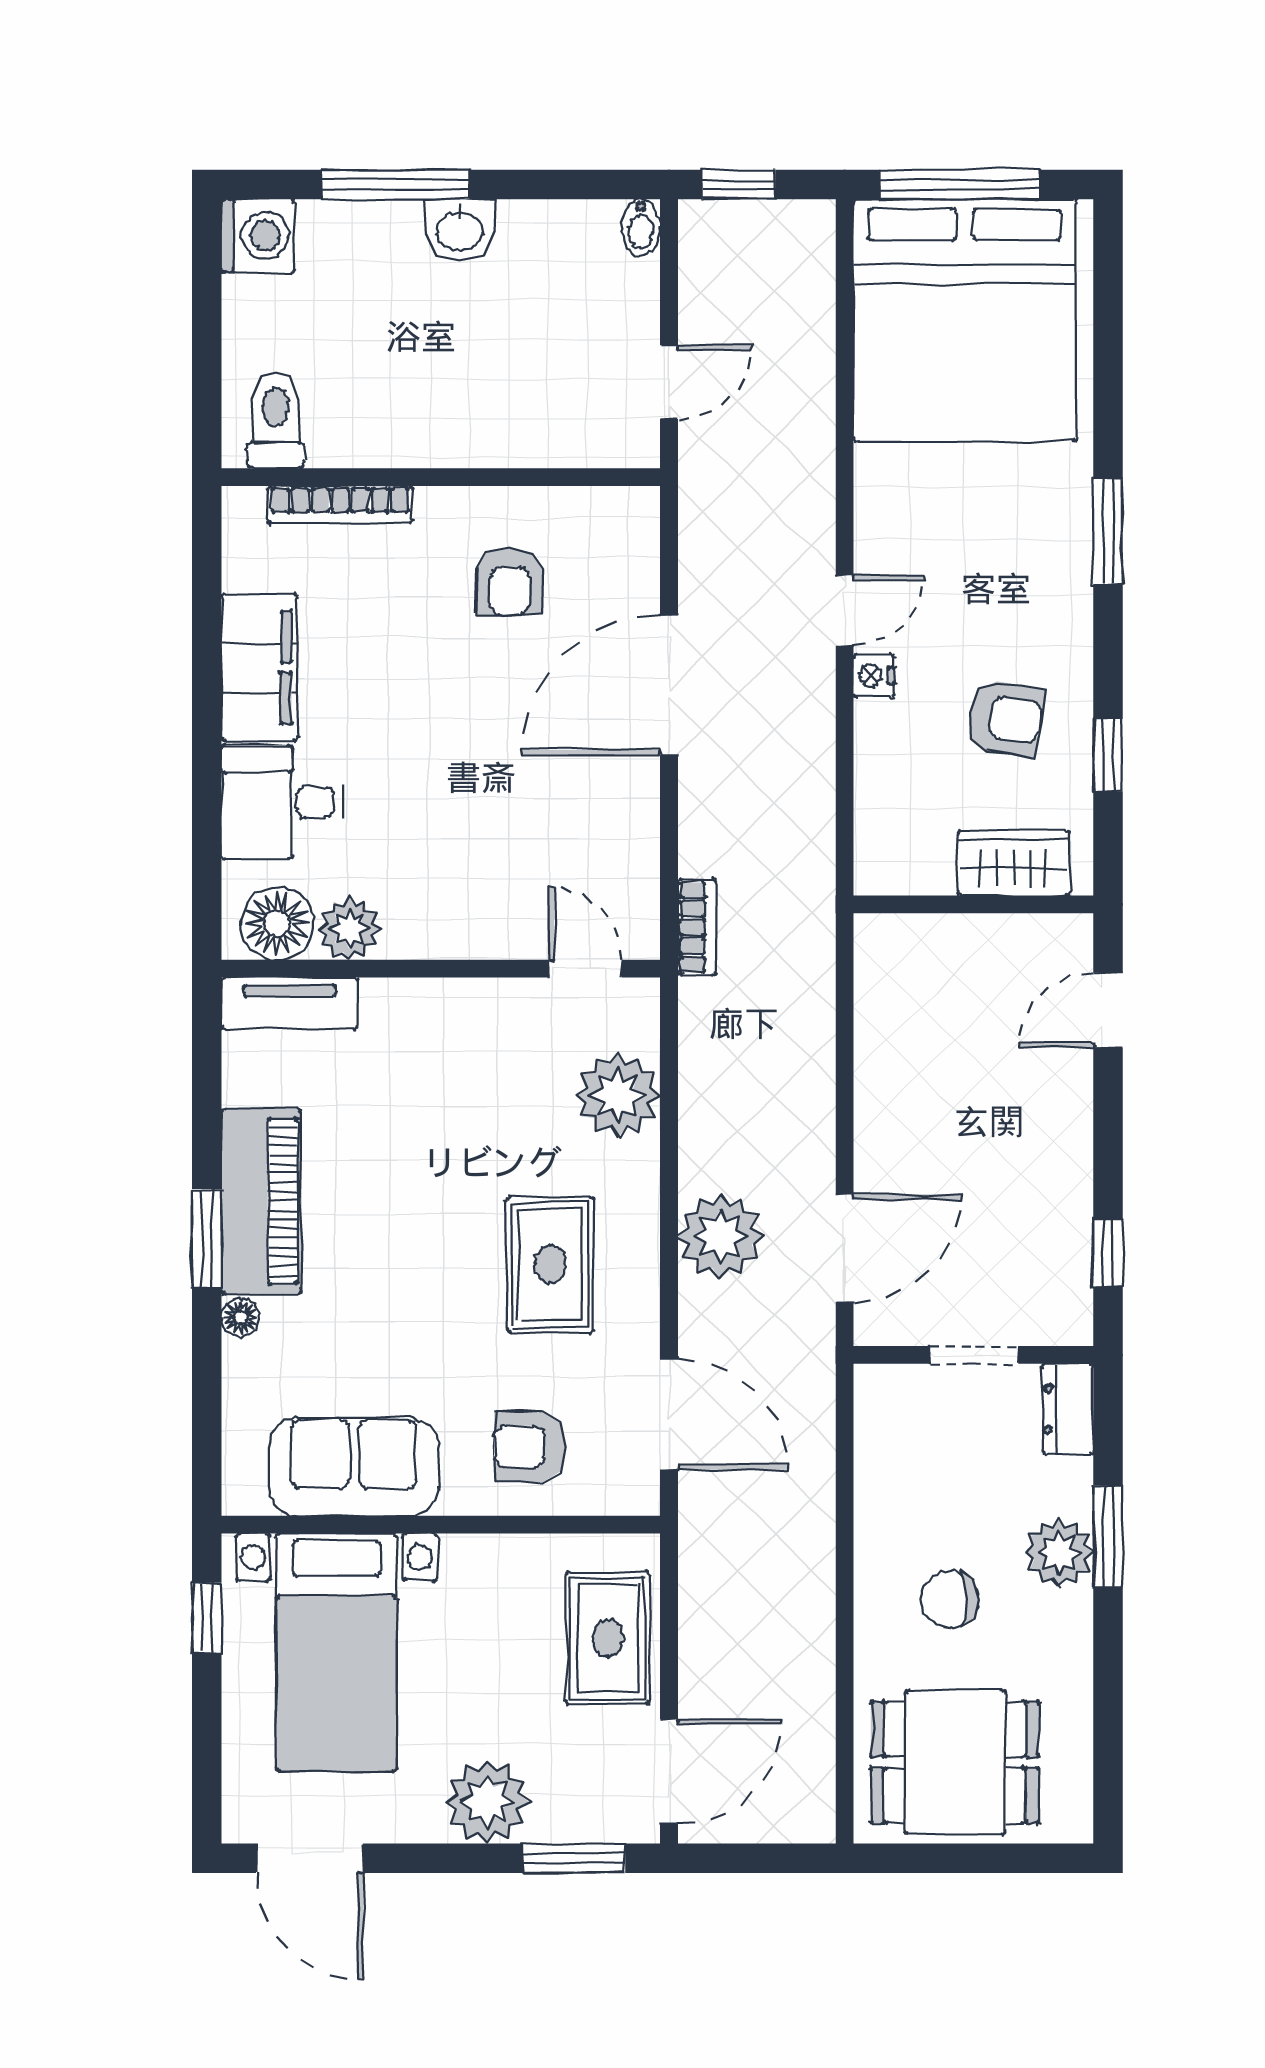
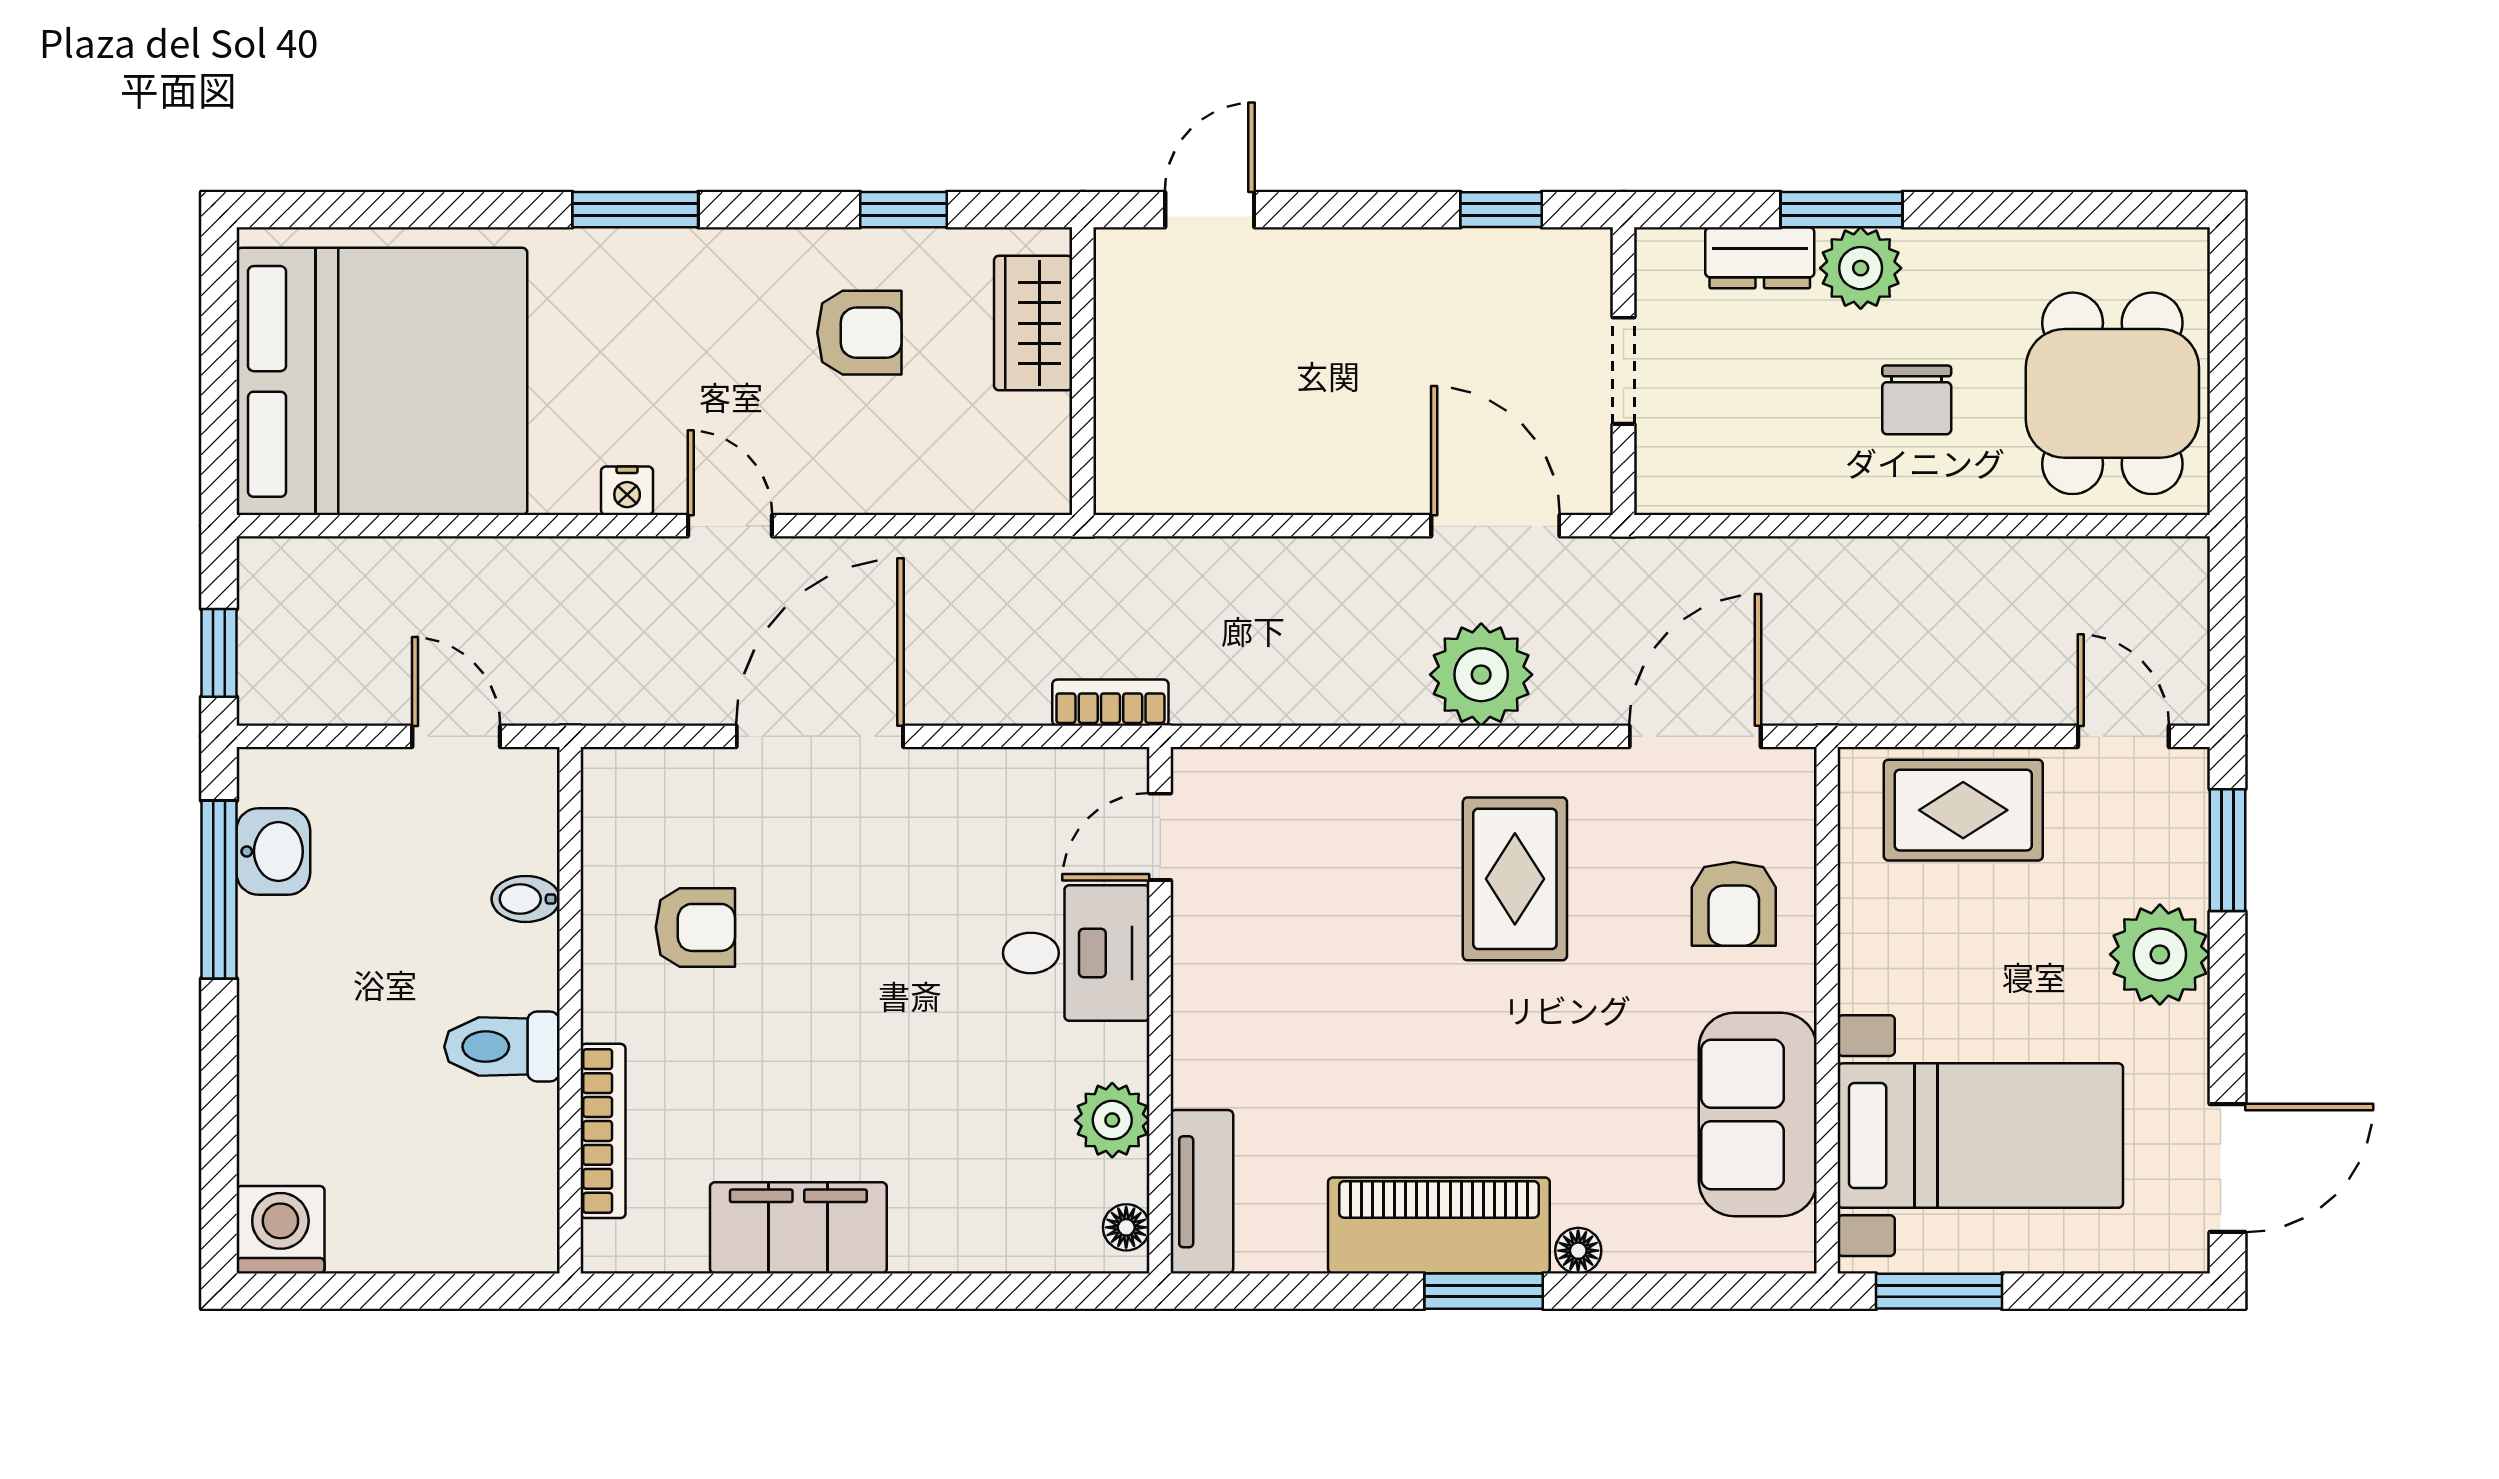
window: (395, 185) -> (219, 890), moved
window: (960, 185) -> (219, 388), removed
bidet: (641, 227) -> (526, 899), moved, turned 180
washbasin: (460, 230) -> (273, 851), moved
toilet: (276, 420) -> (502, 1047), moved
nightstand: (874, 676) -> (627, 491), moved
door: (669, 685) -> (820, 736), swing flipped
armchair: (1005, 718) -> (859, 333), turned 81
desk: (282, 802) -> (1076, 953), moved, turned -90
floor lamp: (277, 923) -> (1126, 1227), width x0.53, depth x0.53
door: (1108, 1010) -> (1210, 210), swing flipped
plant: (618, 1095) -> (1312, 798), removed
rug: (550, 1264) -> (1515, 879), turned 90
dresser: (1068, 1409) -> (1760, 258), moved
window: (207, 1618) -> (1939, 1291), width x1.50
door: (669, 1772) -> (2123, 736), width x0.73

